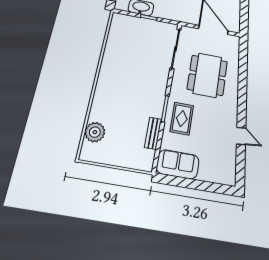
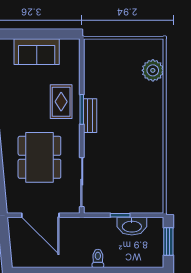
bench: (153, 133) -> (90, 116), moved
sofa: (178, 164) -> (37, 52), moved

